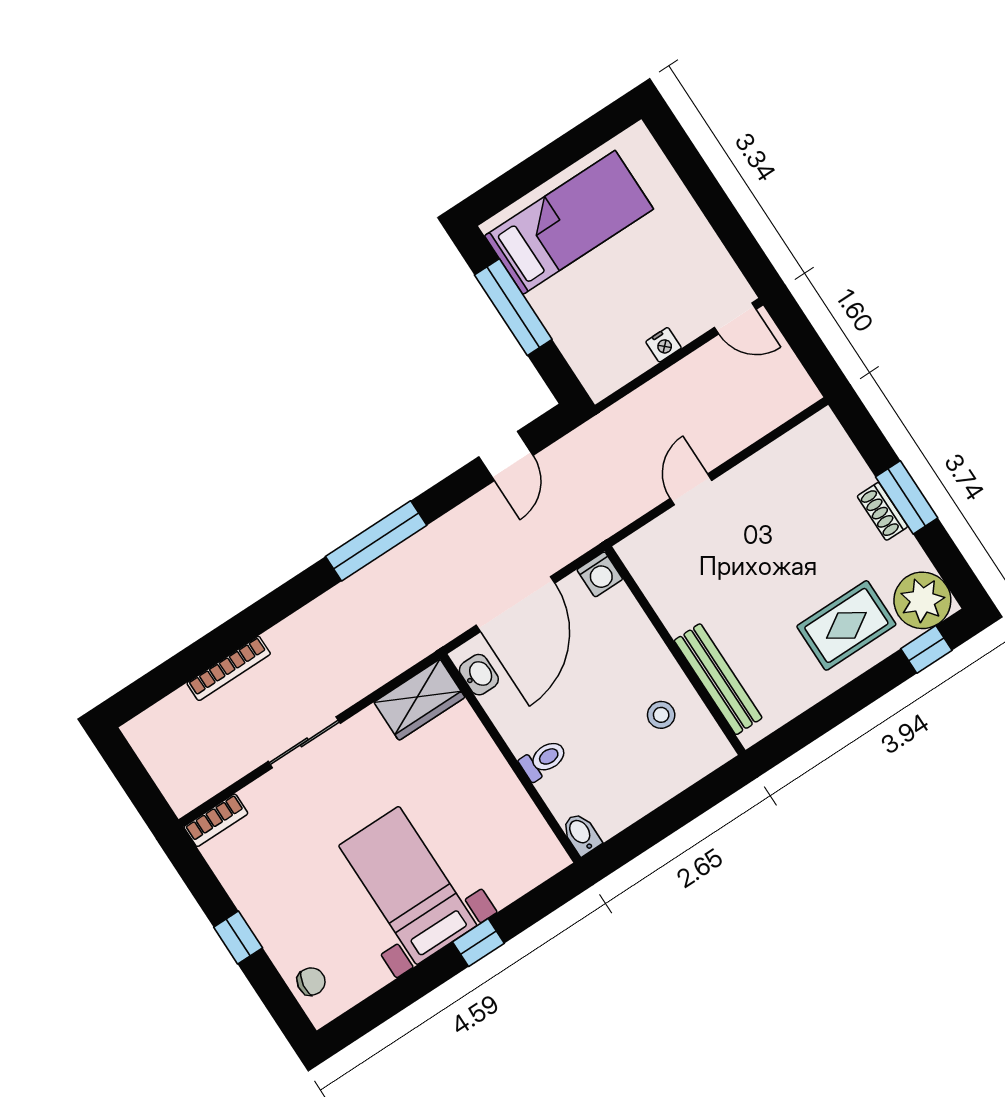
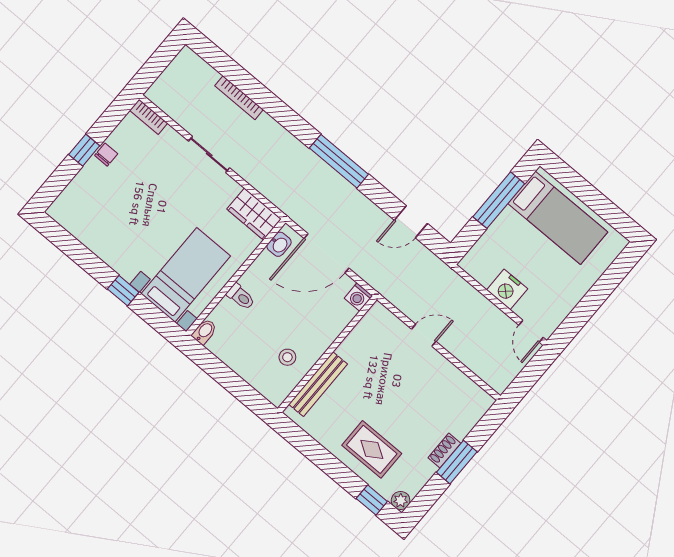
nightstand: (664, 345) -> (507, 289), width x1.89, depth x1.79
plant: (922, 600) -> (401, 501), width x0.53, depth x0.53
bed with nightstands: (408, 885) -> (186, 275), moved
chair: (311, 981) -> (106, 155), moved, turned -98

